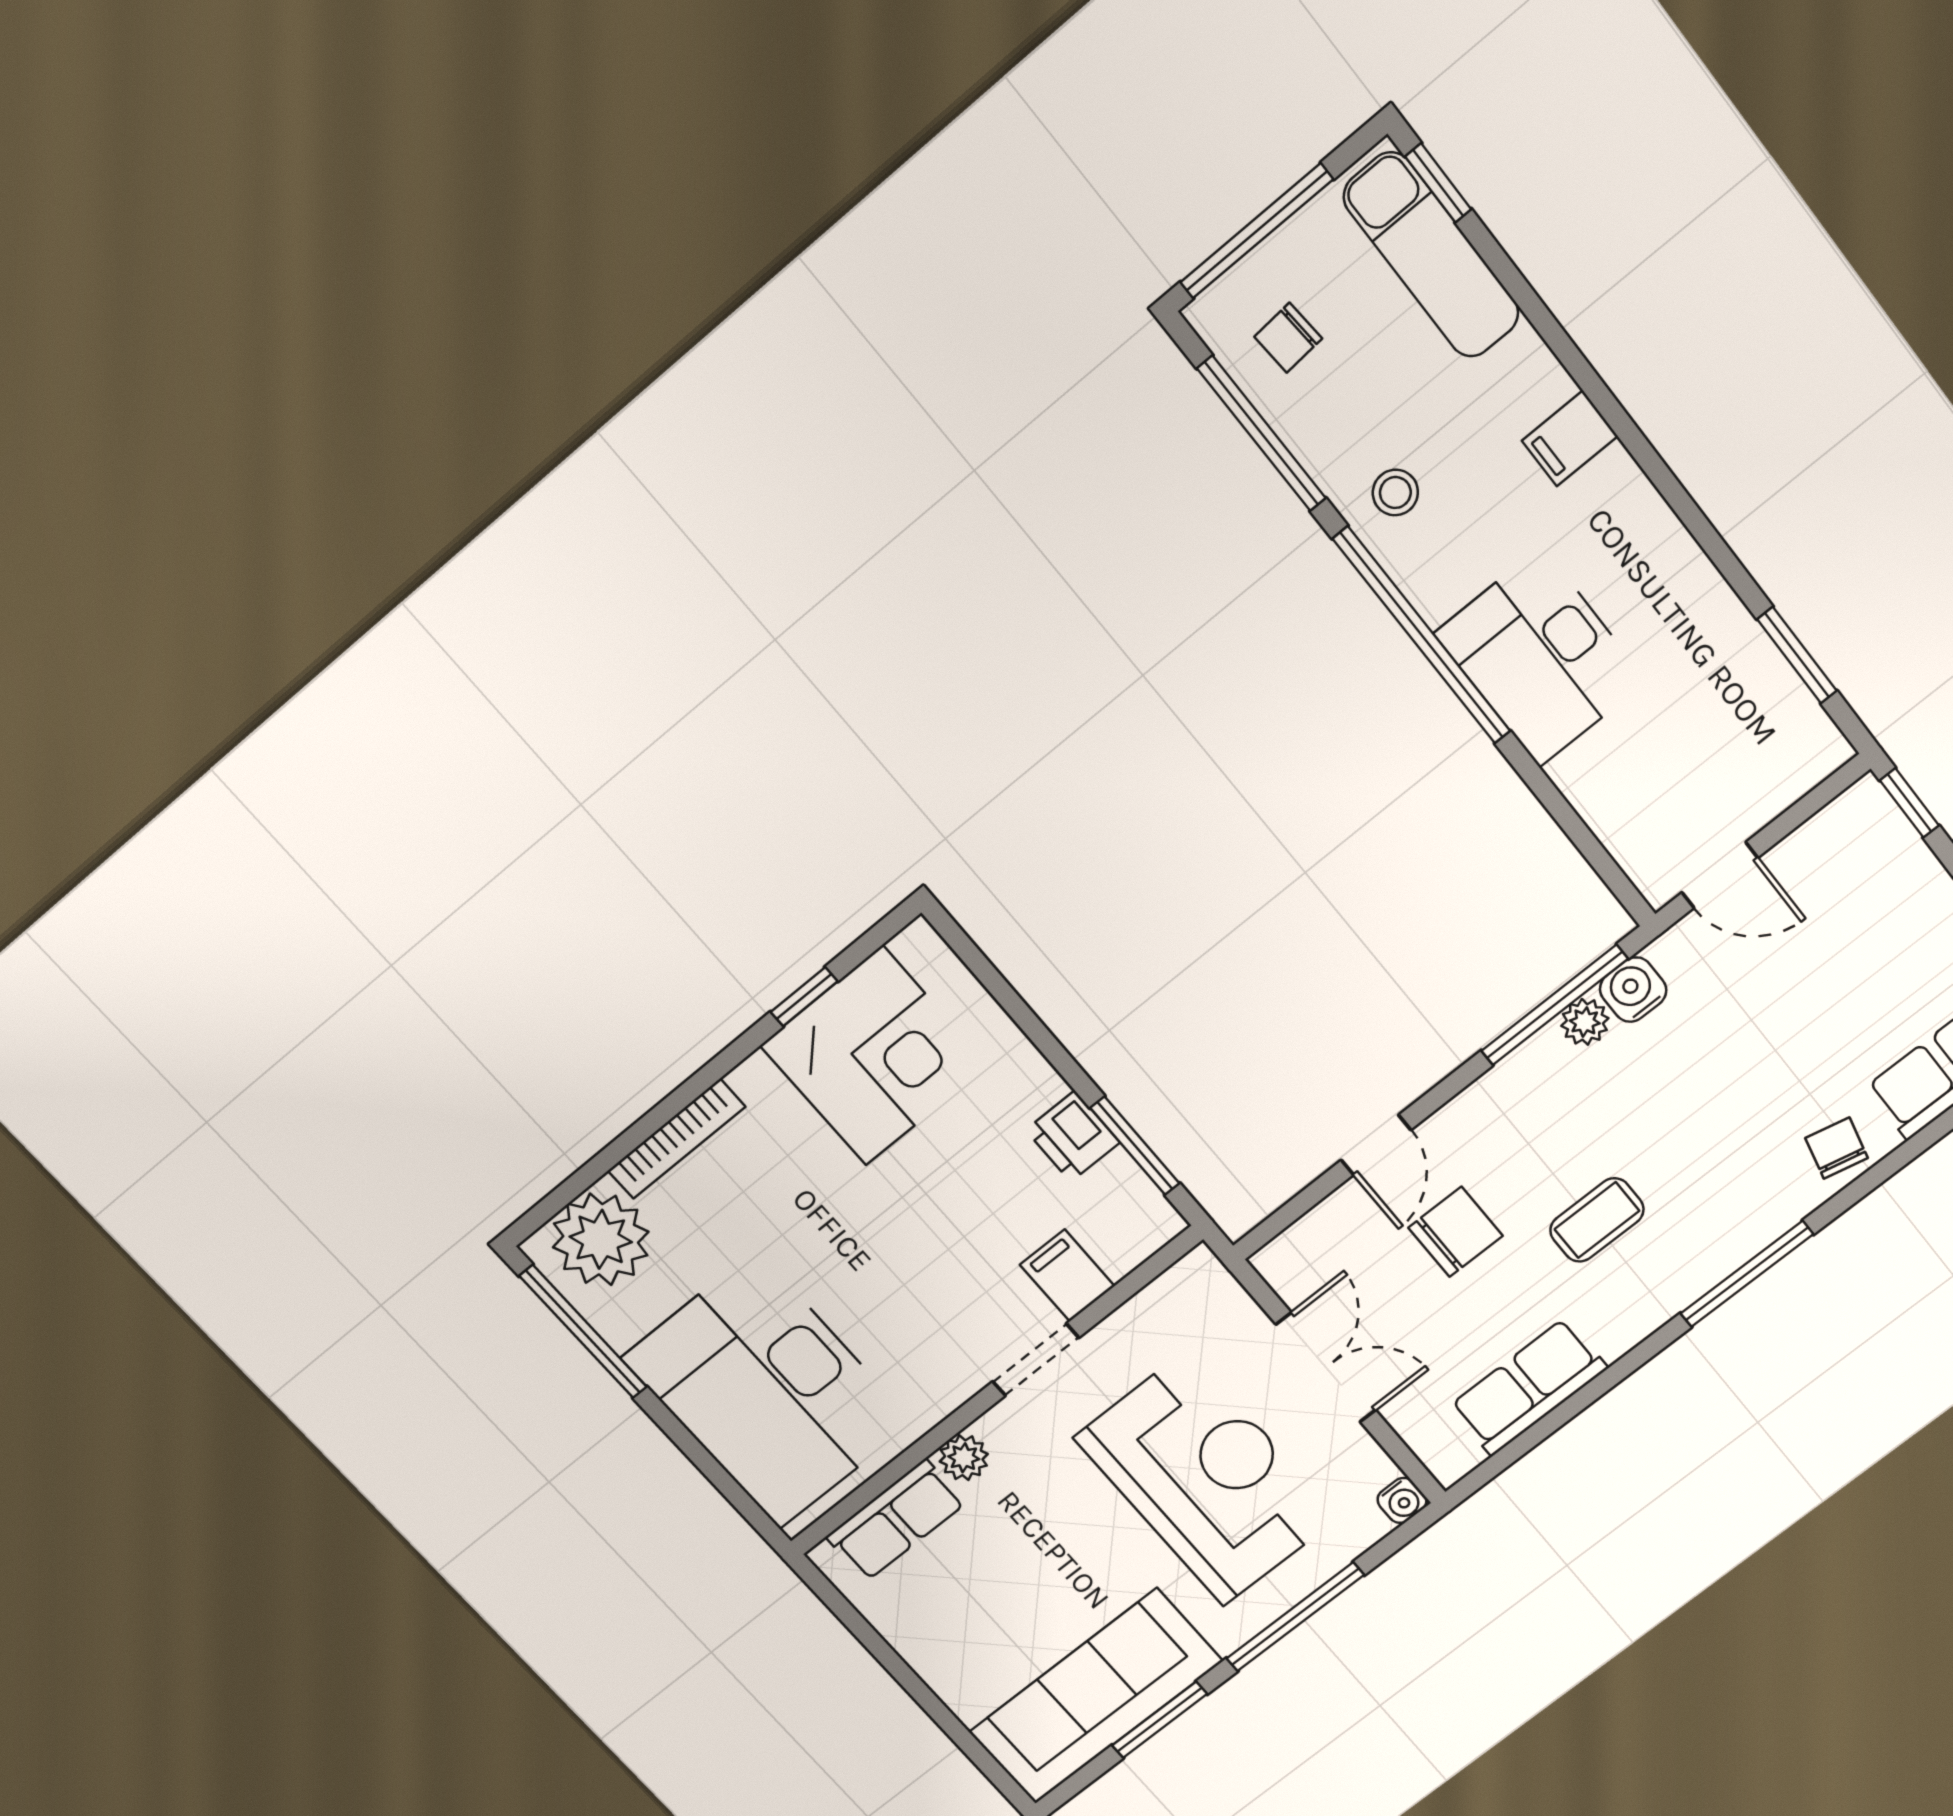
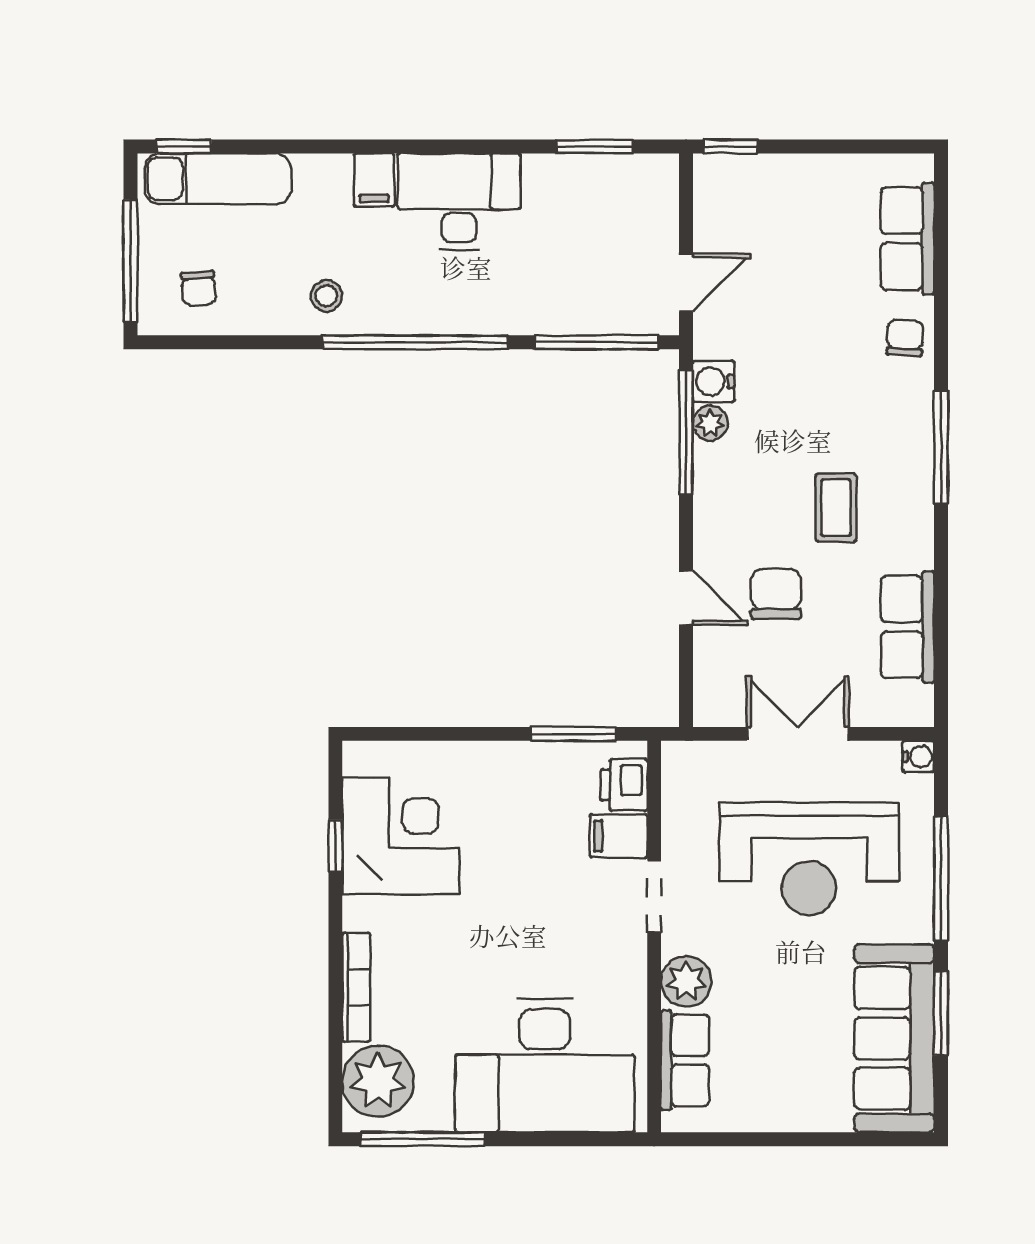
window: (1262, 434) -> (596, 342), moved
desk: (1540, 657) -> (459, 201), moved, turned 180
printer: (1073, 1136) -> (624, 785), moved, turned 90
chair: (1837, 1148) -> (905, 338), turned 80
plant: (964, 1458) -> (686, 981), width x1.38, depth x1.38
reception desk: (1206, 1478) -> (809, 859), turned 180

